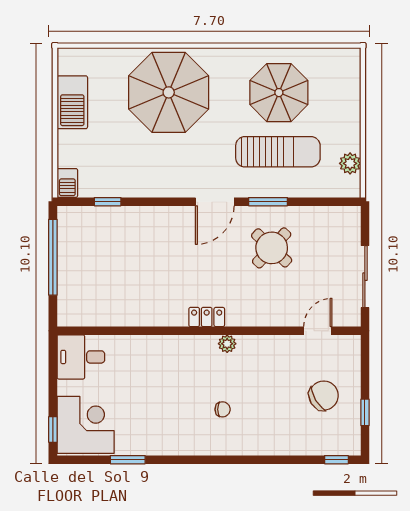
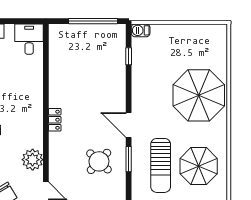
barbecue: (72, 102) -> (192, 34), removed
plant: (227, 344) -> (33, 160), moved, width x1.88, depth x1.88

